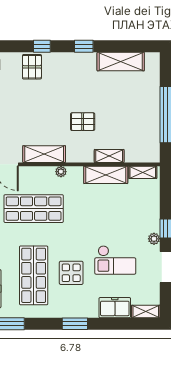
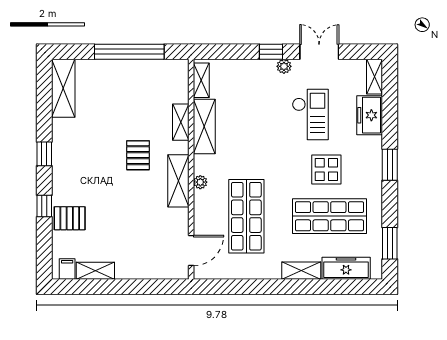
shelving: (121, 62) -> (63, 88), moved
shelving: (44, 154) -> (178, 181), moved

